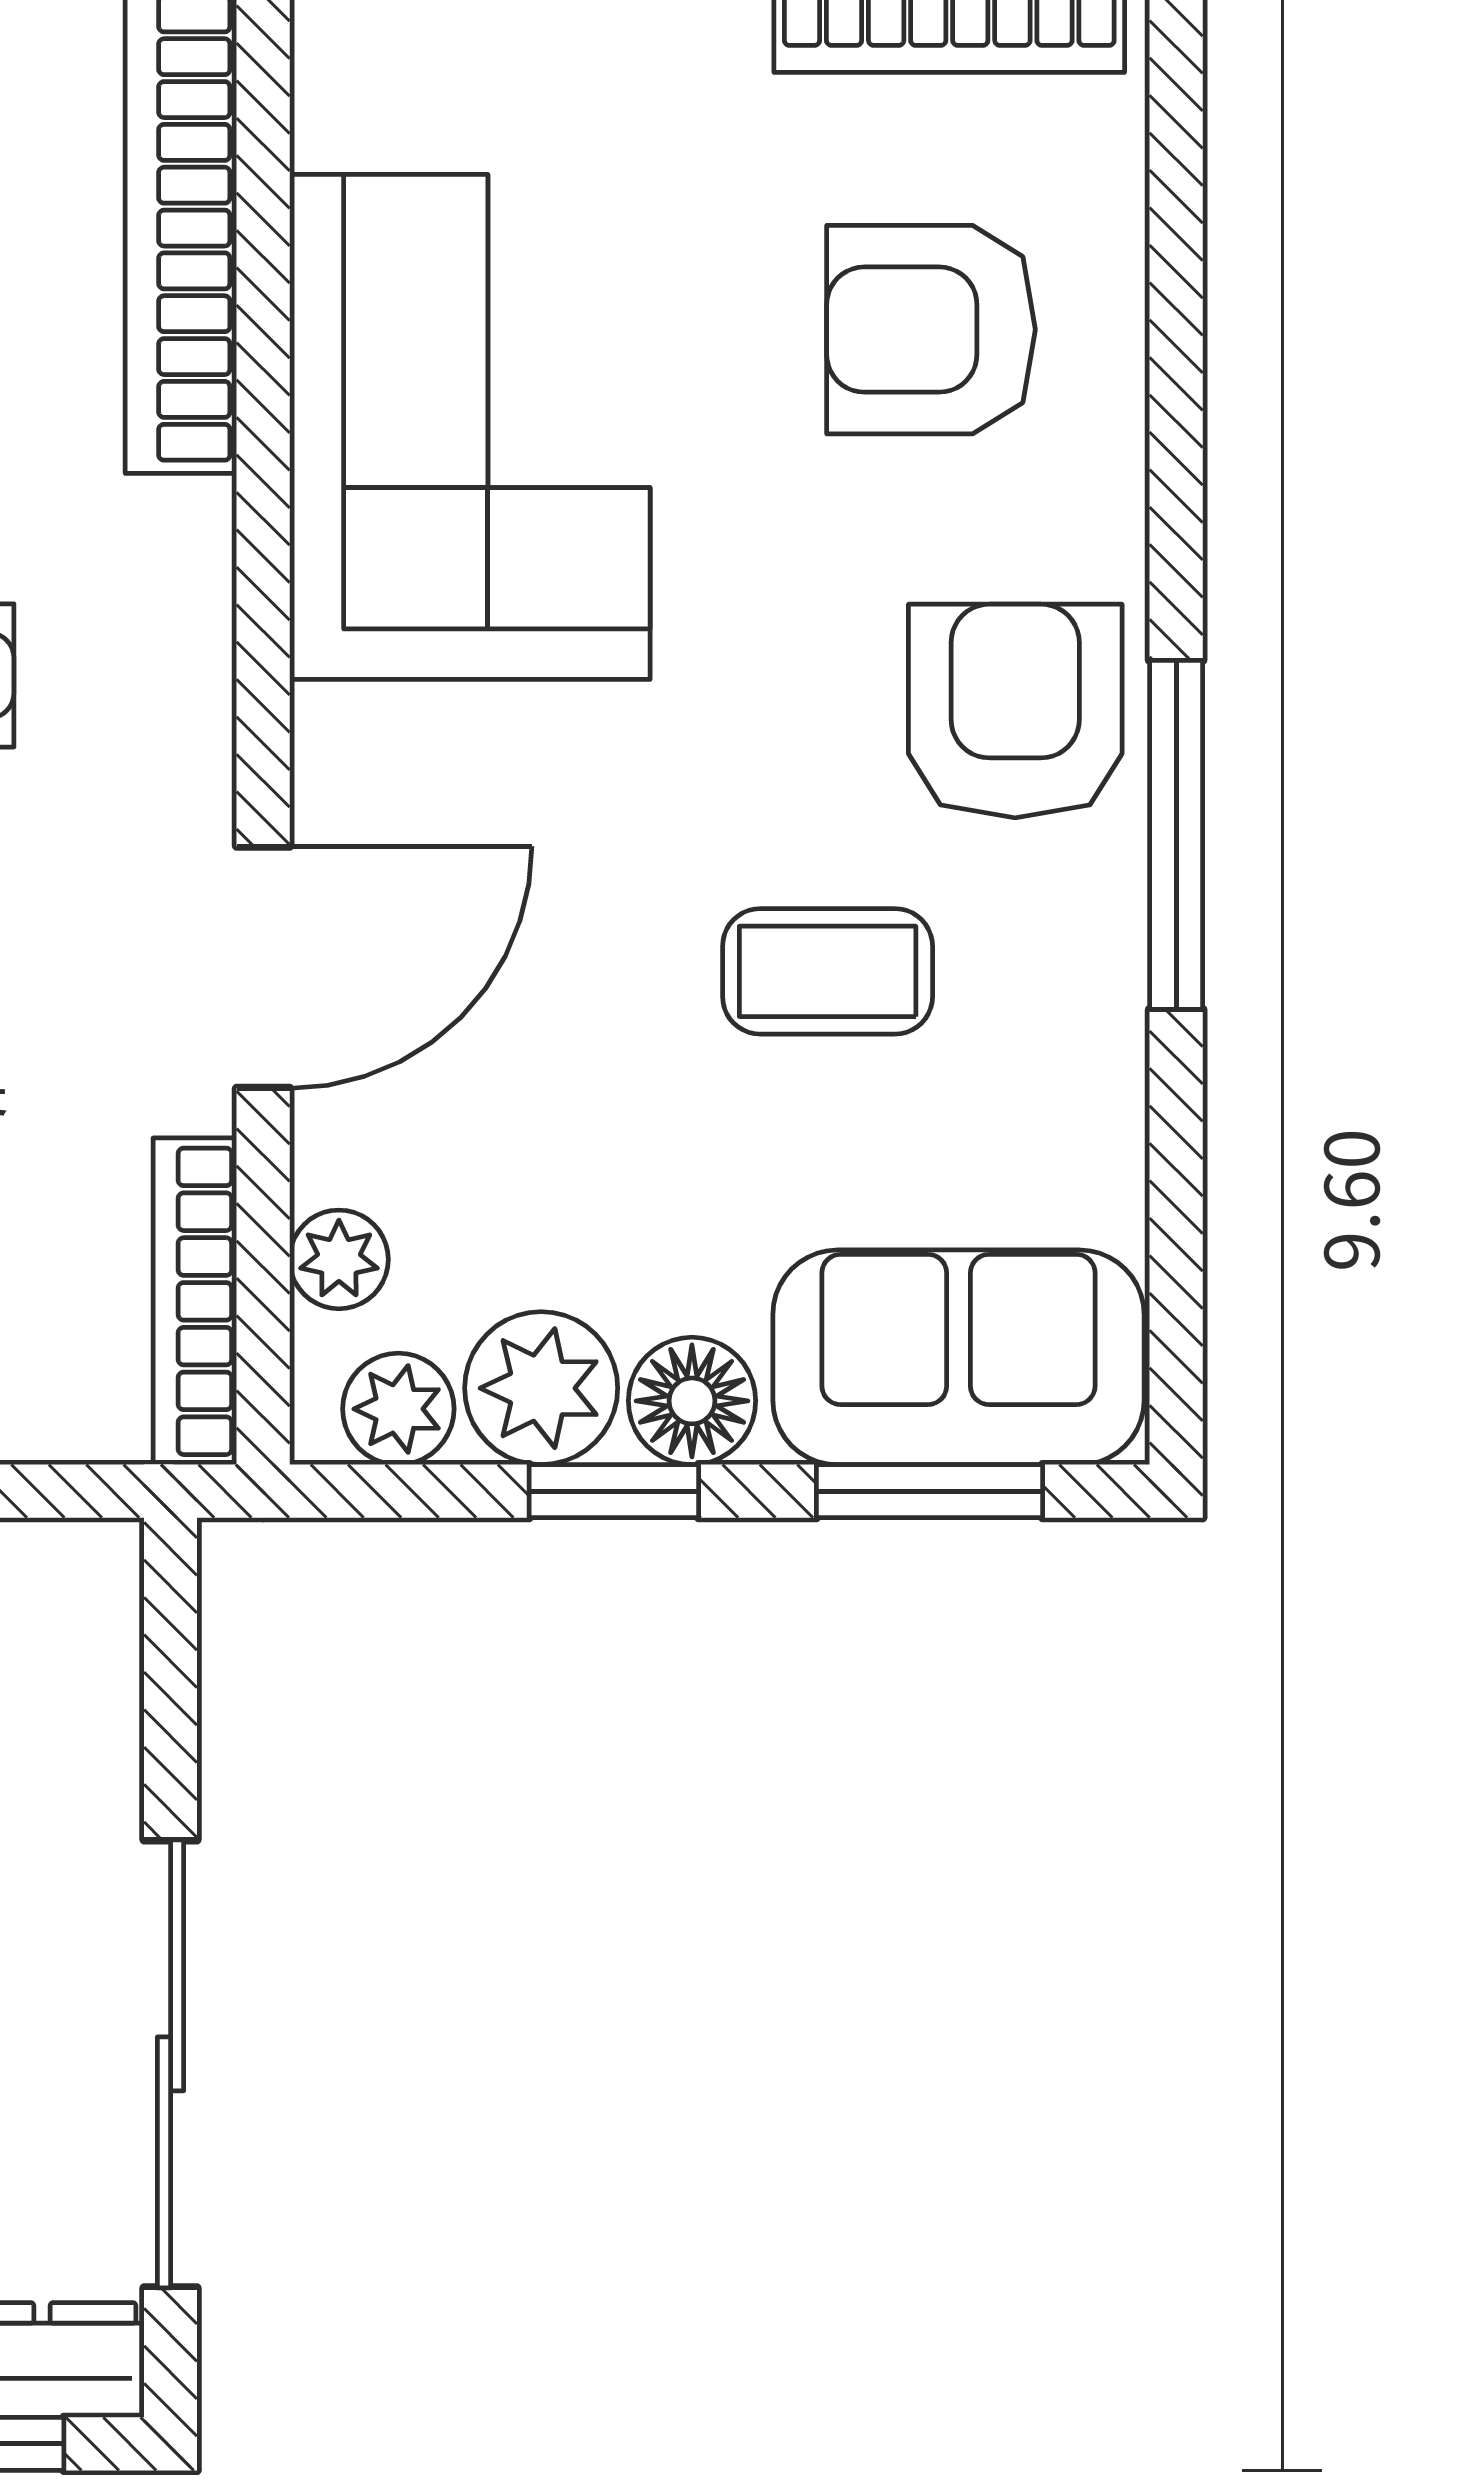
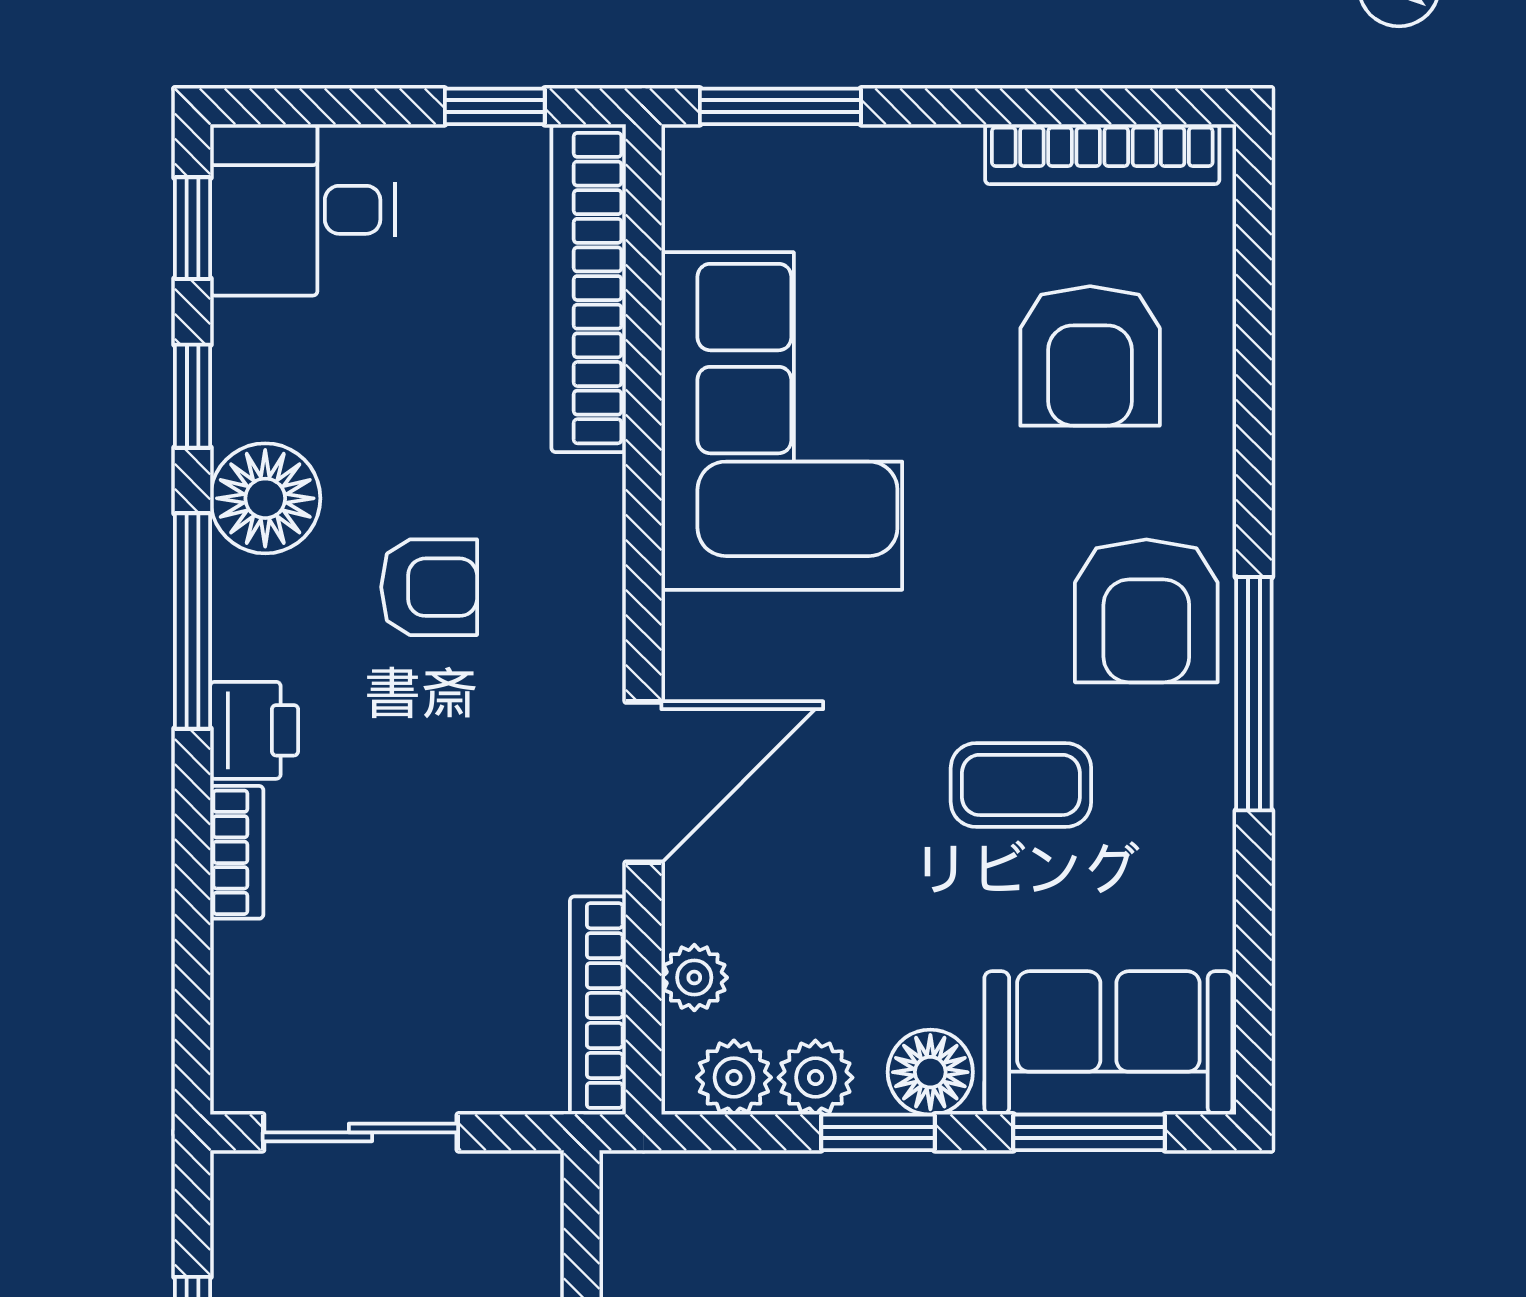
armchair: (931, 330) -> (1090, 356), turned -90
armchair: (1015, 711) -> (1146, 611), turned 180
plant: (541, 1388) -> (815, 1078), width x0.73, depth x0.73

